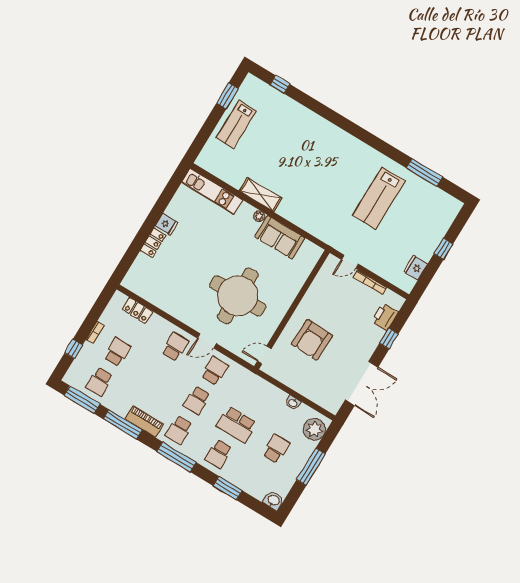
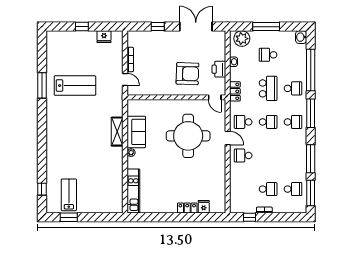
lab bench: (236, 124) -> (69, 195), moved, turned -90
window: (424, 172) -> (42, 85), moved
shelving: (261, 195) -> (117, 132), moved
fridge: (166, 224) -> (204, 207), moved
locker: (137, 310) -> (235, 91), moved
printer: (385, 317) -> (219, 69), moved, turned 90
window: (74, 349) -> (250, 217), moved
school desk: (117, 352) -> (268, 189), turned 180
piano: (144, 422) -> (301, 146), removed
window: (228, 488) -> (311, 70), width x2.11

